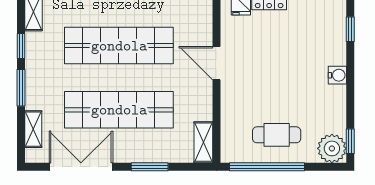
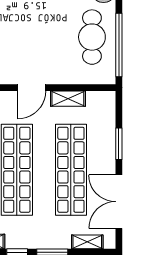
cafe table: (277, 135) -> (92, 37), width x1.37, depth x1.35
shelving: (203, 142) -> (68, 99), moved

